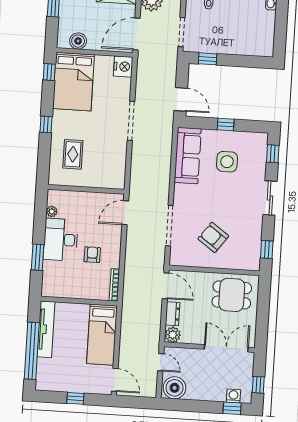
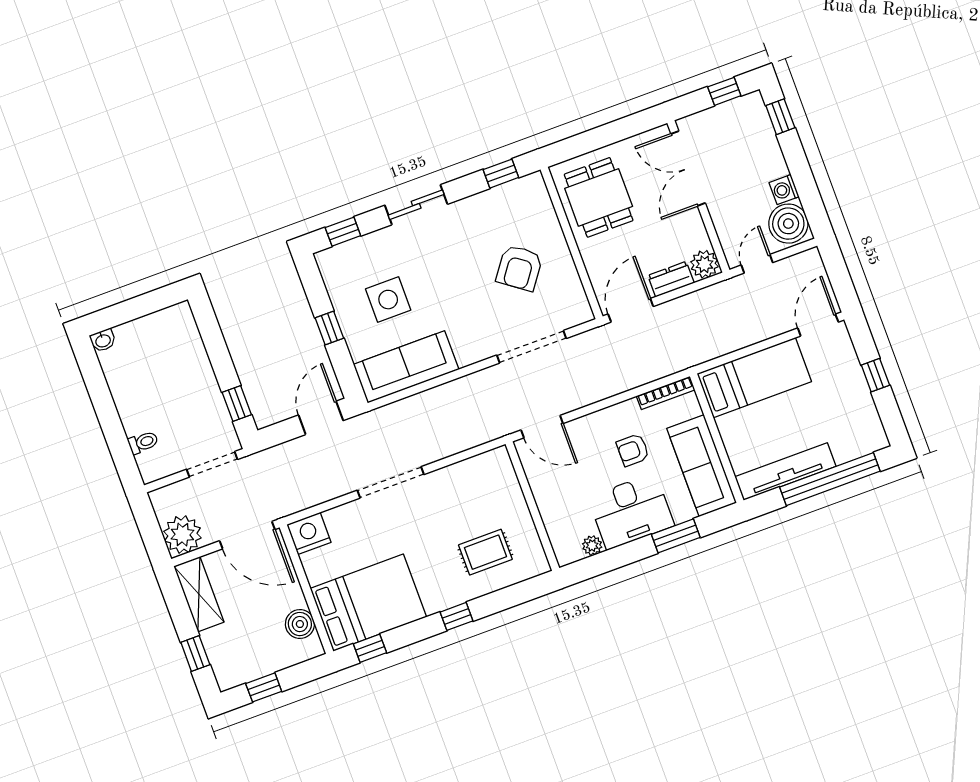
sofa: (68, 287) -> (702, 466), added
washing machine: (233, 396) -> (784, 190), moved

